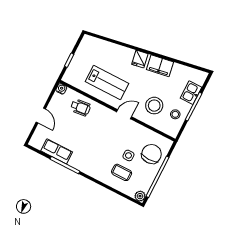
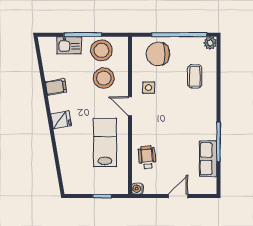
filing cabinet: (160, 66) -> (56, 87), width x0.50
stool: (175, 114) -> (101, 50), width x1.89, depth x1.89
side table: (128, 155) -> (149, 88), moved

